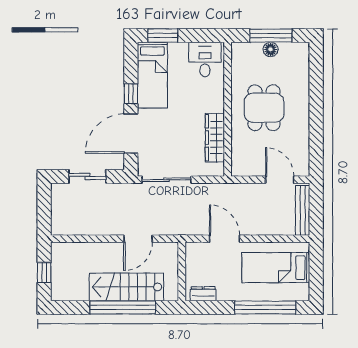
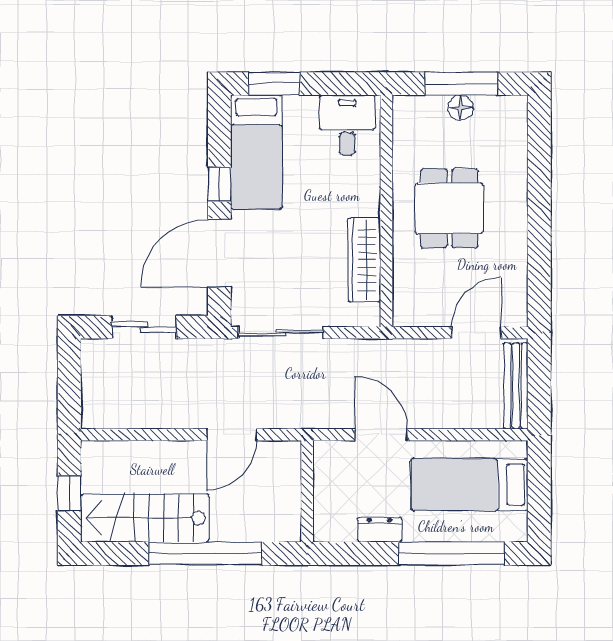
door: (280, 180) -> (476, 333), hinge flipped
stairs: (126, 287) -> (145, 518), moved
dresser: (203, 294) -> (380, 530), moved

